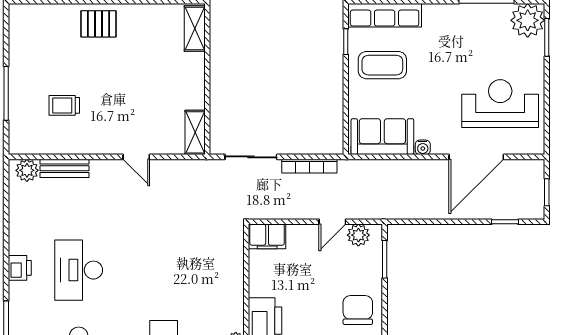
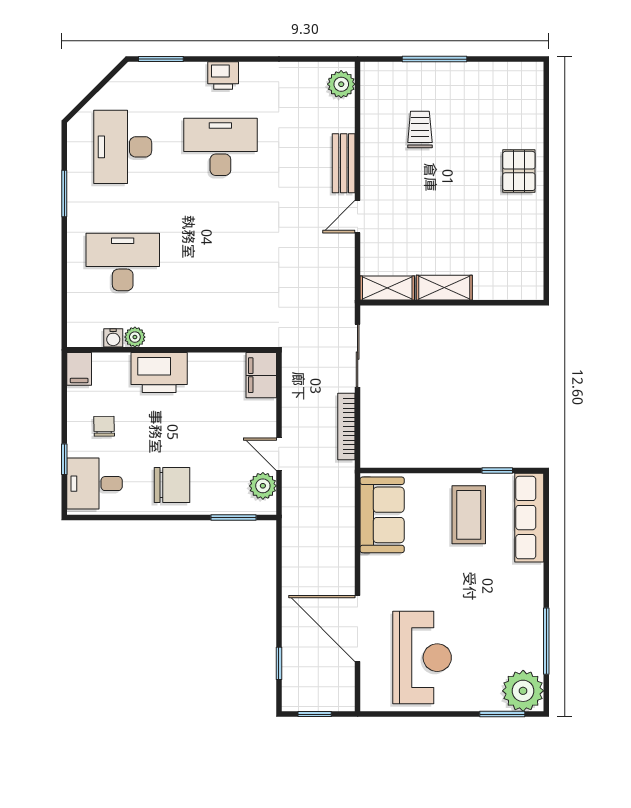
shelving: (195, 29) -> (444, 288), moved
water cooler: (423, 147) -> (369, 564), removed
bench: (64, 168) -> (344, 163), moved

